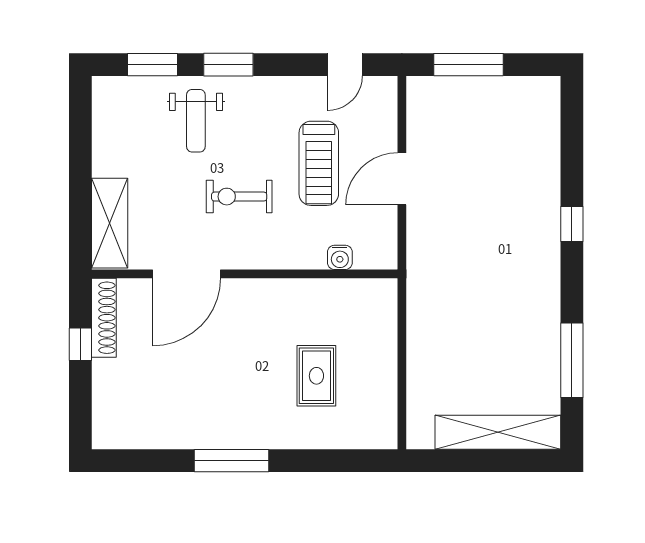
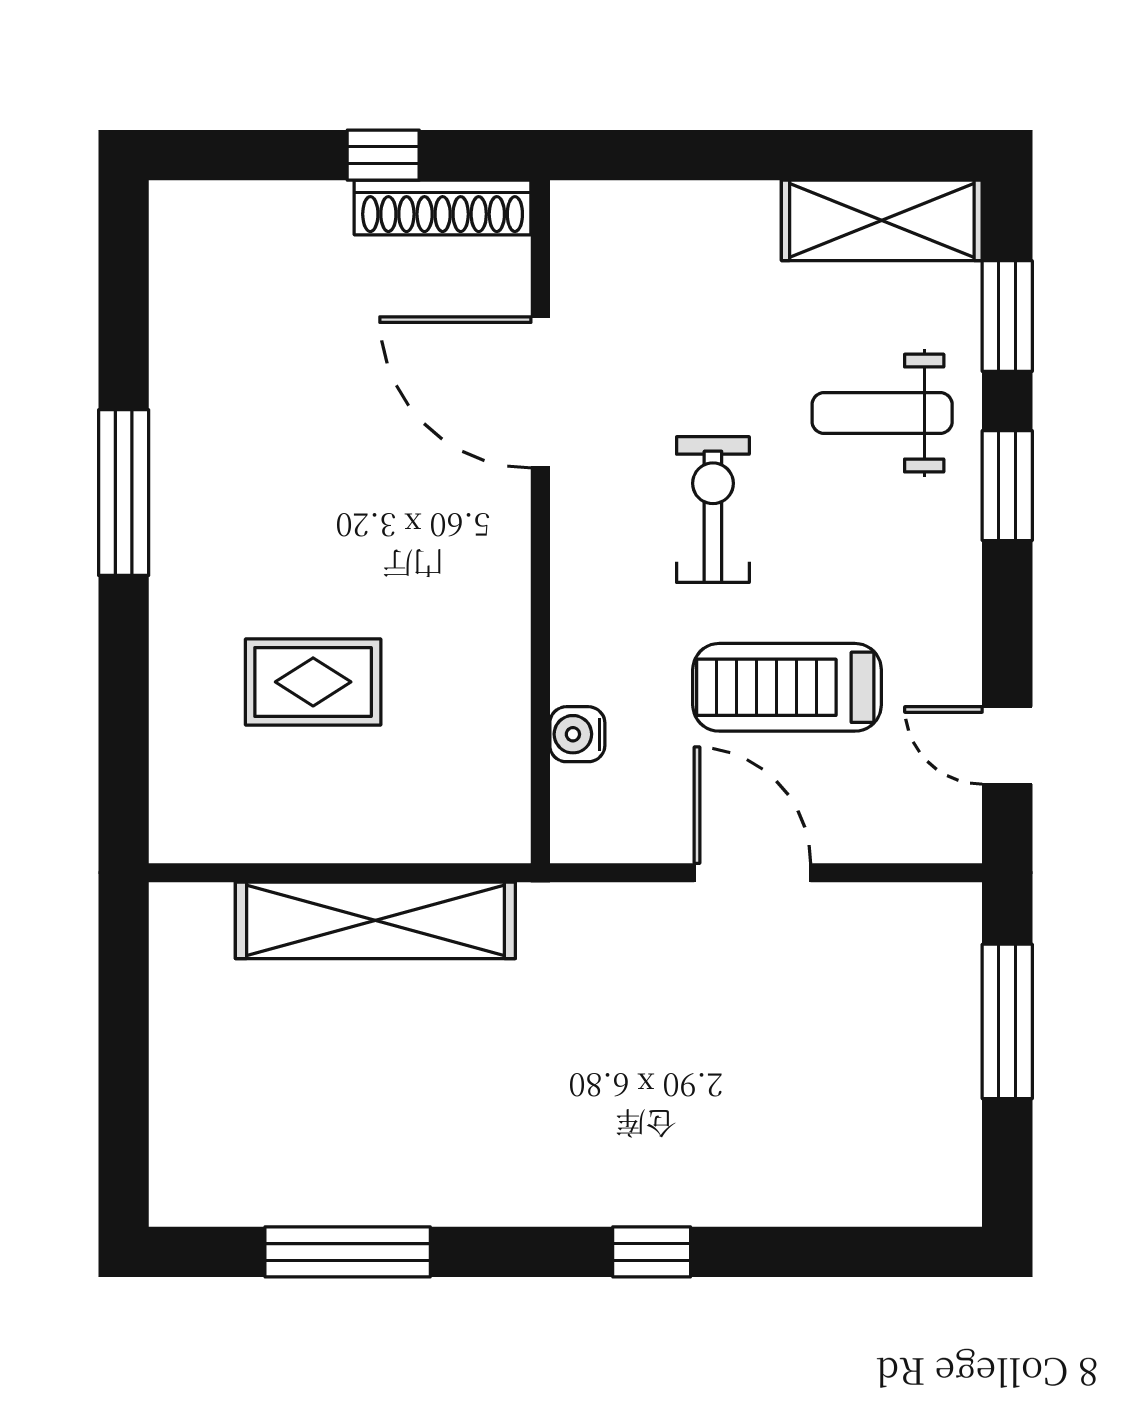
shelving: (110, 223) -> (882, 220), moved
shelving: (498, 432) -> (375, 920), moved, turned 90

